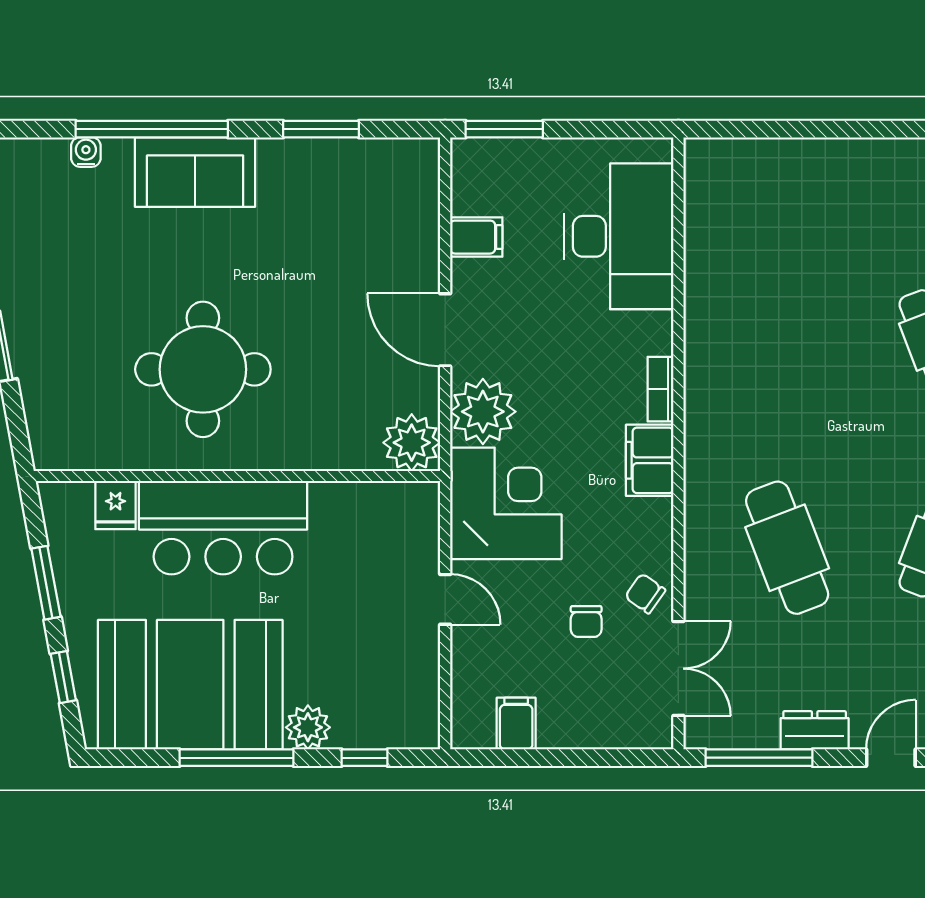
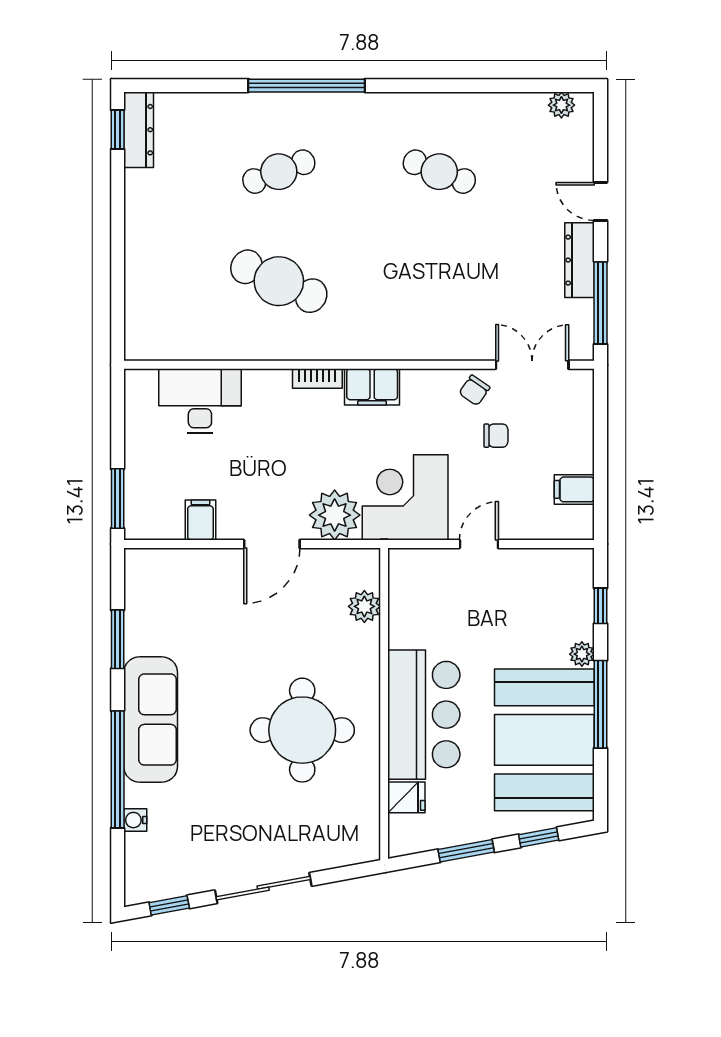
sofa: (195, 172) -> (151, 720), width x1.36
desk: (619, 236) -> (200, 401), width x0.73, depth x0.77
plant: (412, 443) -> (364, 606), moved, width x0.73, depth x0.73
cafe table: (787, 548) -> (279, 281), moved, turned 45
plant: (308, 727) -> (582, 654), width x0.73, depth x0.73
dresser: (815, 730) -> (580, 260), width x1.44

